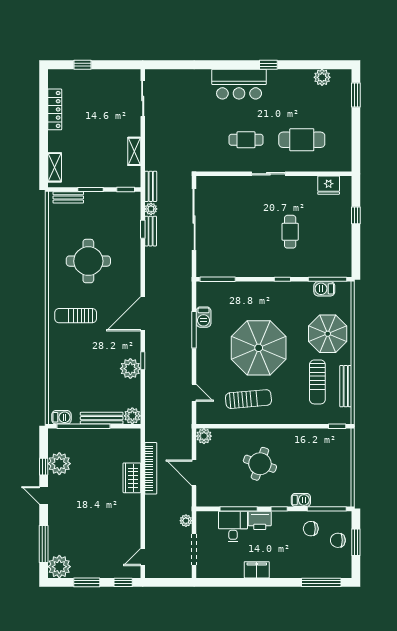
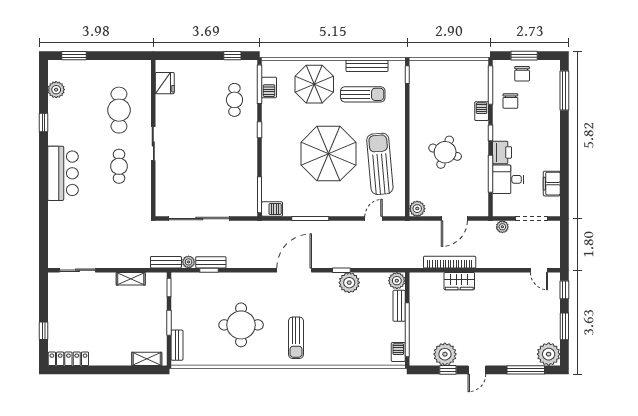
window: (268, 65) -> (43, 122), moved
locker: (55, 109) -> (68, 359), moved
window: (356, 215) -> (232, 56), moved
cafe table: (290, 232) -> (234, 100), moved, turned 90
door: (143, 314) -> (294, 270), swing flipped
barbecue: (204, 317) -> (272, 209), moved
sun lounger: (248, 399) -> (380, 164), width x1.36, depth x1.34
bench: (102, 418) -> (399, 306), width x0.73
filing cabinet: (257, 570) -> (552, 184), moved

